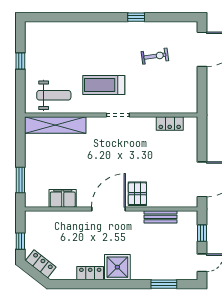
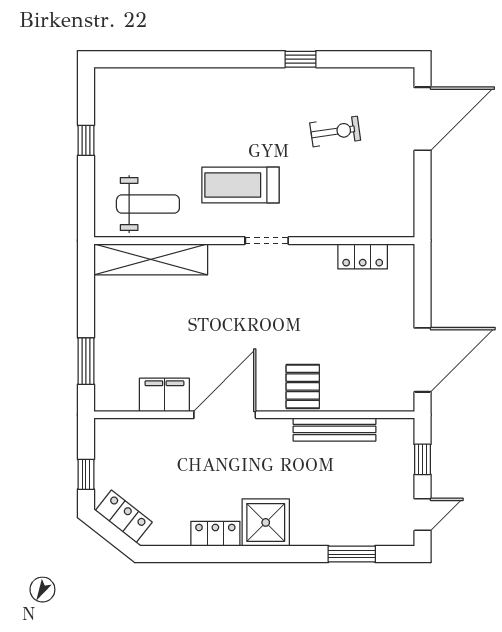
door: (108, 209) -> (225, 415), moved
bench: (160, 217) -> (335, 429), width x1.36

